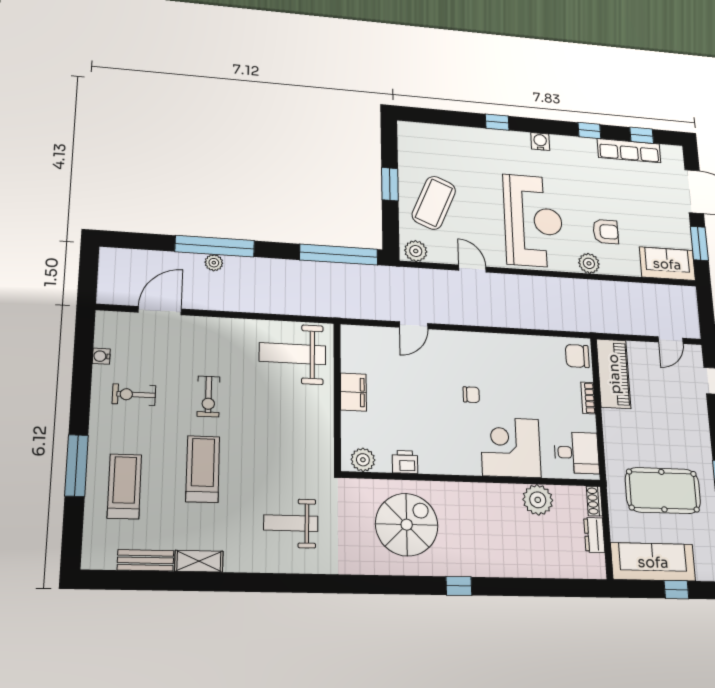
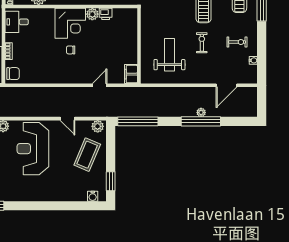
window: (497, 122) -> (50, 206), removed
water cooler: (540, 142) -> (93, 196), moved
window: (390, 184) -> (111, 181), moved
weight bench: (293, 354) -> (169, 55), moved, turned -90
filing cabinet: (353, 392) -> (131, 74), moved
corner desk: (511, 447) -> (70, 23), moved
plant: (363, 460) -> (92, 14), moved

